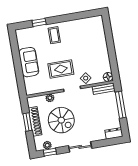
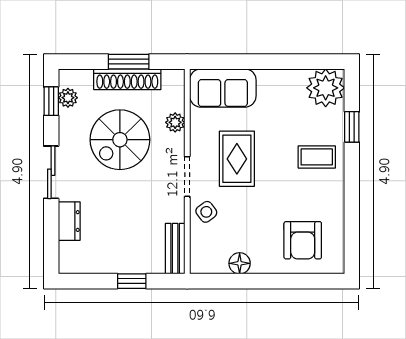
armchair: (91, 35) -> (303, 240), added
plant: (24, 36) -> (326, 88), added
sofa: (29, 62) -> (223, 88), moved
floor lamp: (108, 77) -> (240, 263), moved
window: (121, 105) -> (132, 281), width x0.46
dresser: (114, 133) -> (69, 221), moved

